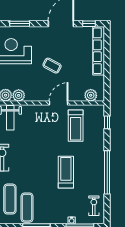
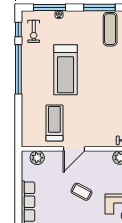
window: (107, 122) -> (18, 29), moved
treadmill: (66, 172) -> (66, 70), width x1.37, depth x1.38

